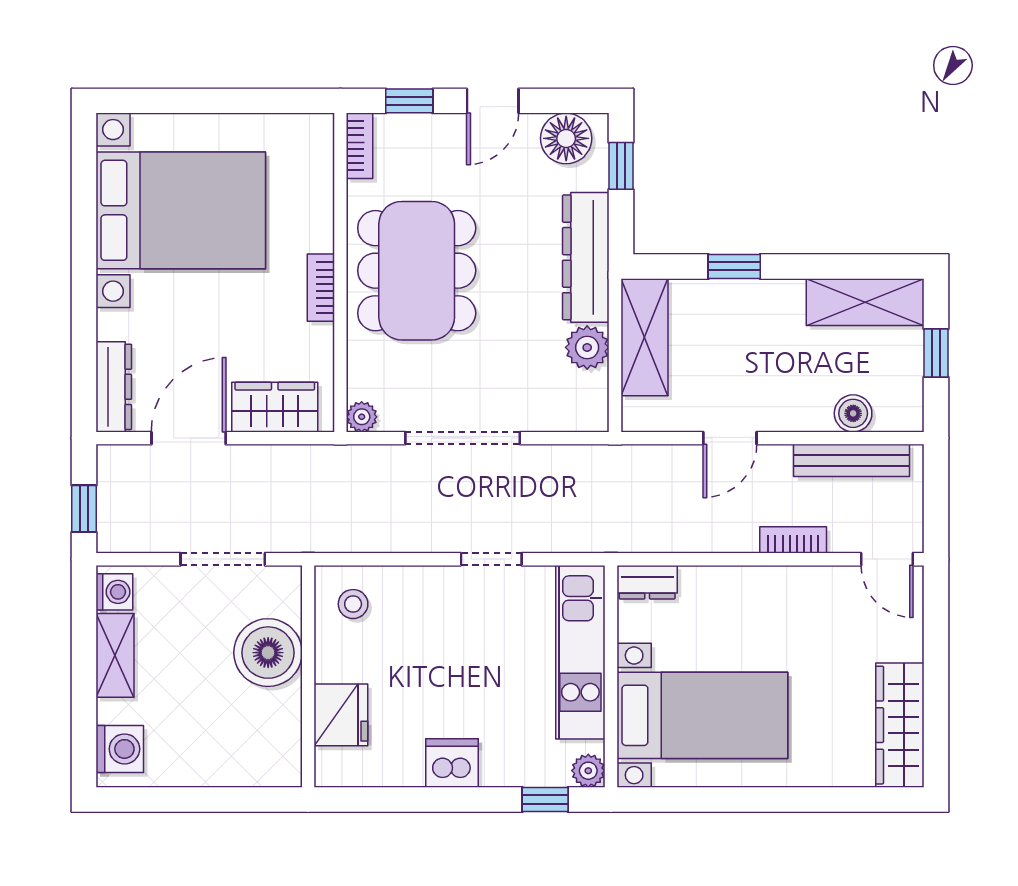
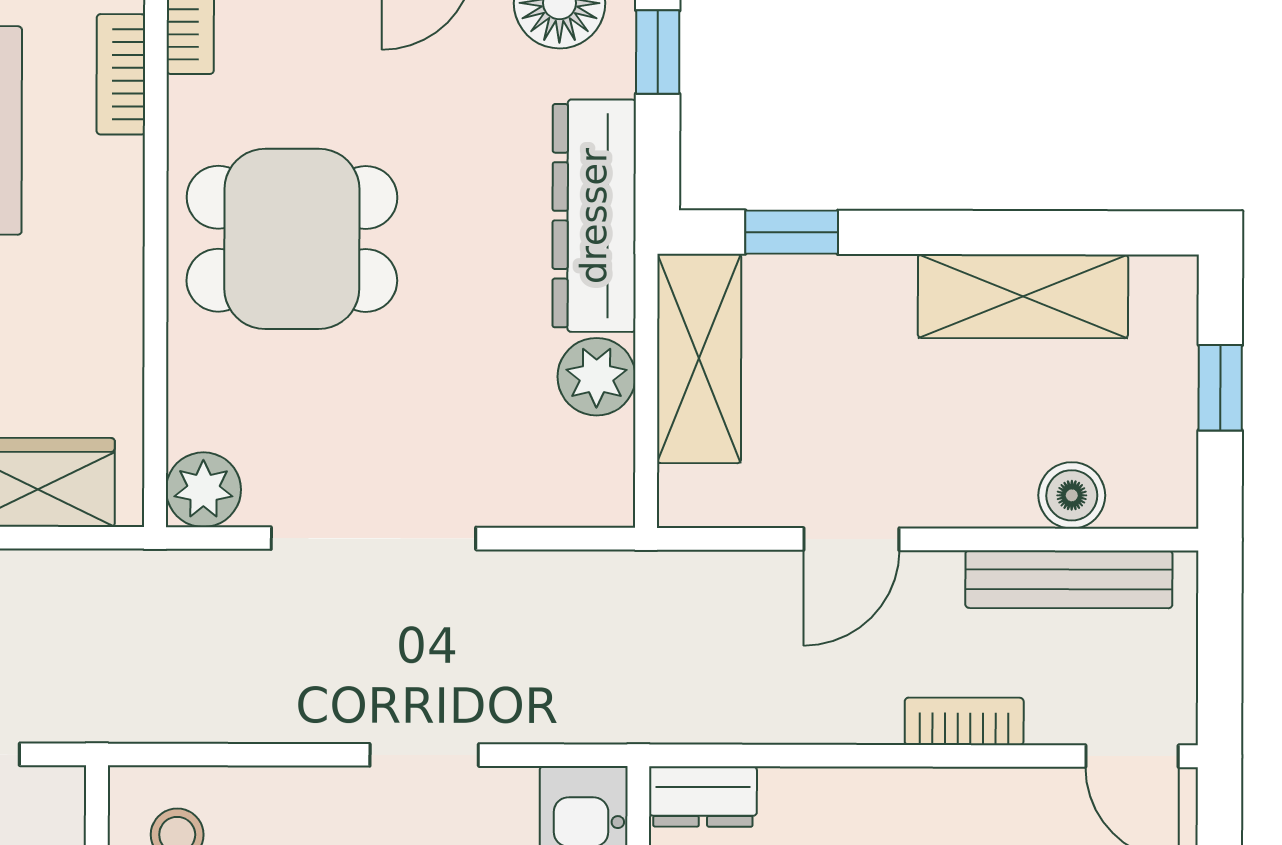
window: (734, 266) -> (792, 232), moved
dining table: (417, 271) -> (292, 239), width x0.73
bookcase: (321, 288) -> (121, 74), moved
shelving: (865, 302) -> (1023, 296), moved
plant: (362, 417) -> (203, 490), width x1.38, depth x1.38

